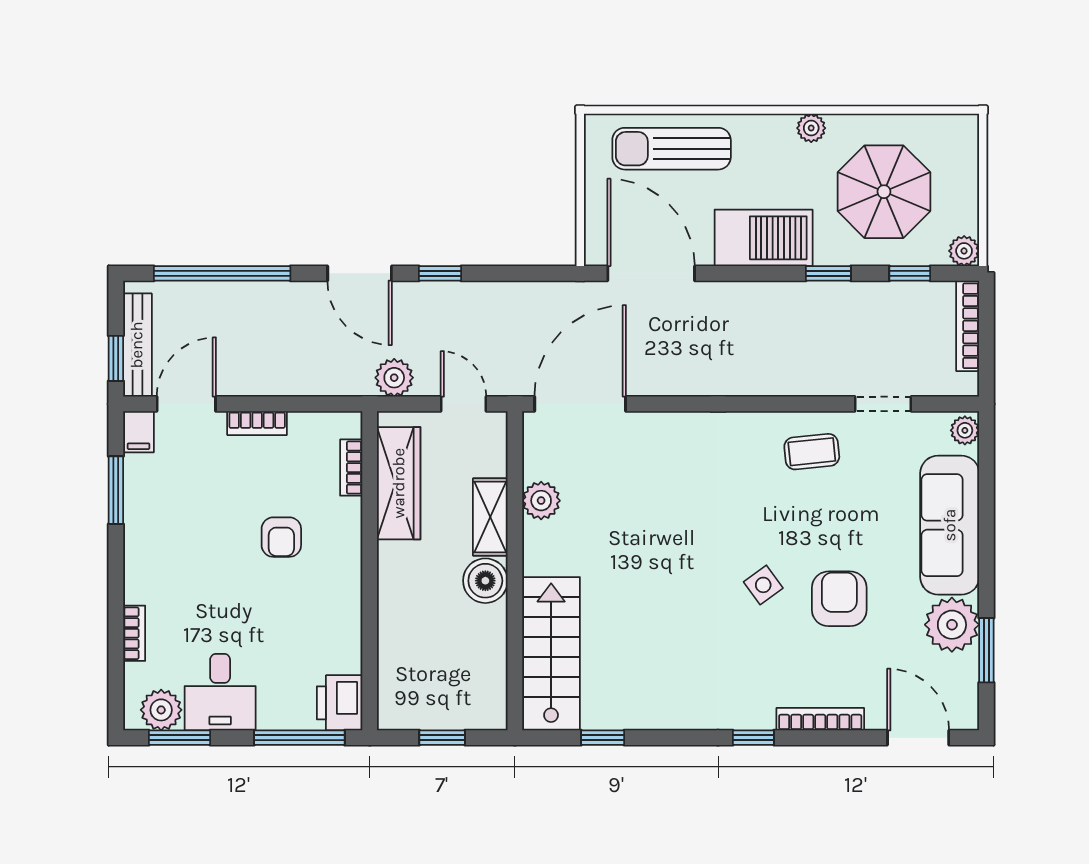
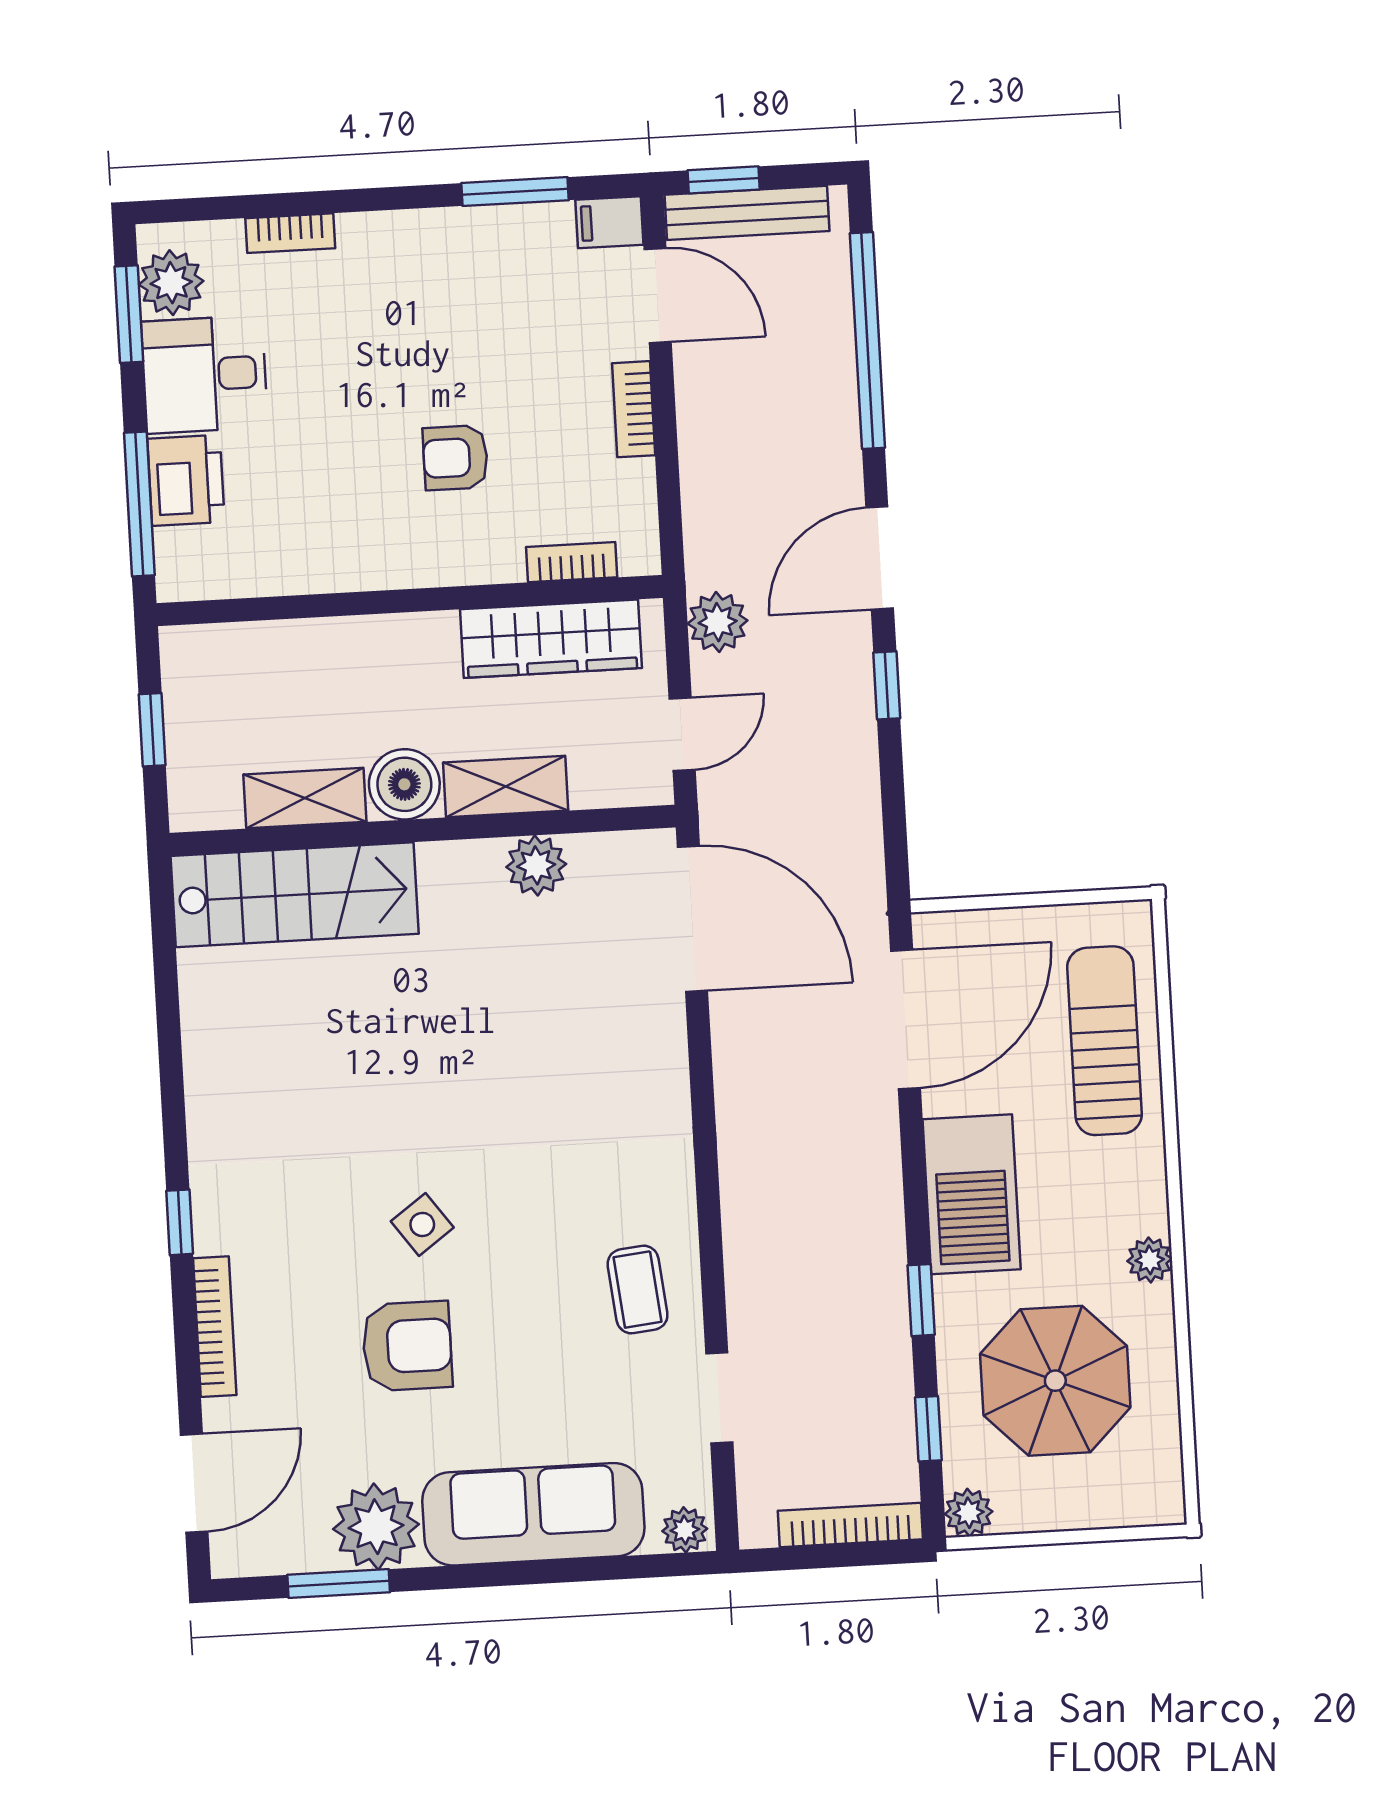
shelving: (491, 644) -> (305, 798), added
printer: (340, 703) -> (186, 480), moved, turned 90
window: (603, 738) -> (166, 984), removed

